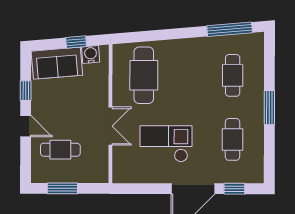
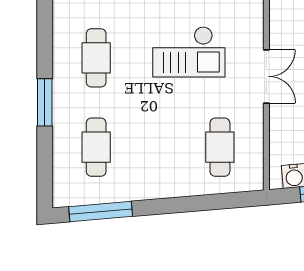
cafe table: (144, 75) -> (220, 147), width x0.73, depth x0.74
double door: (110, 126) -> (266, 76), swing flipped

